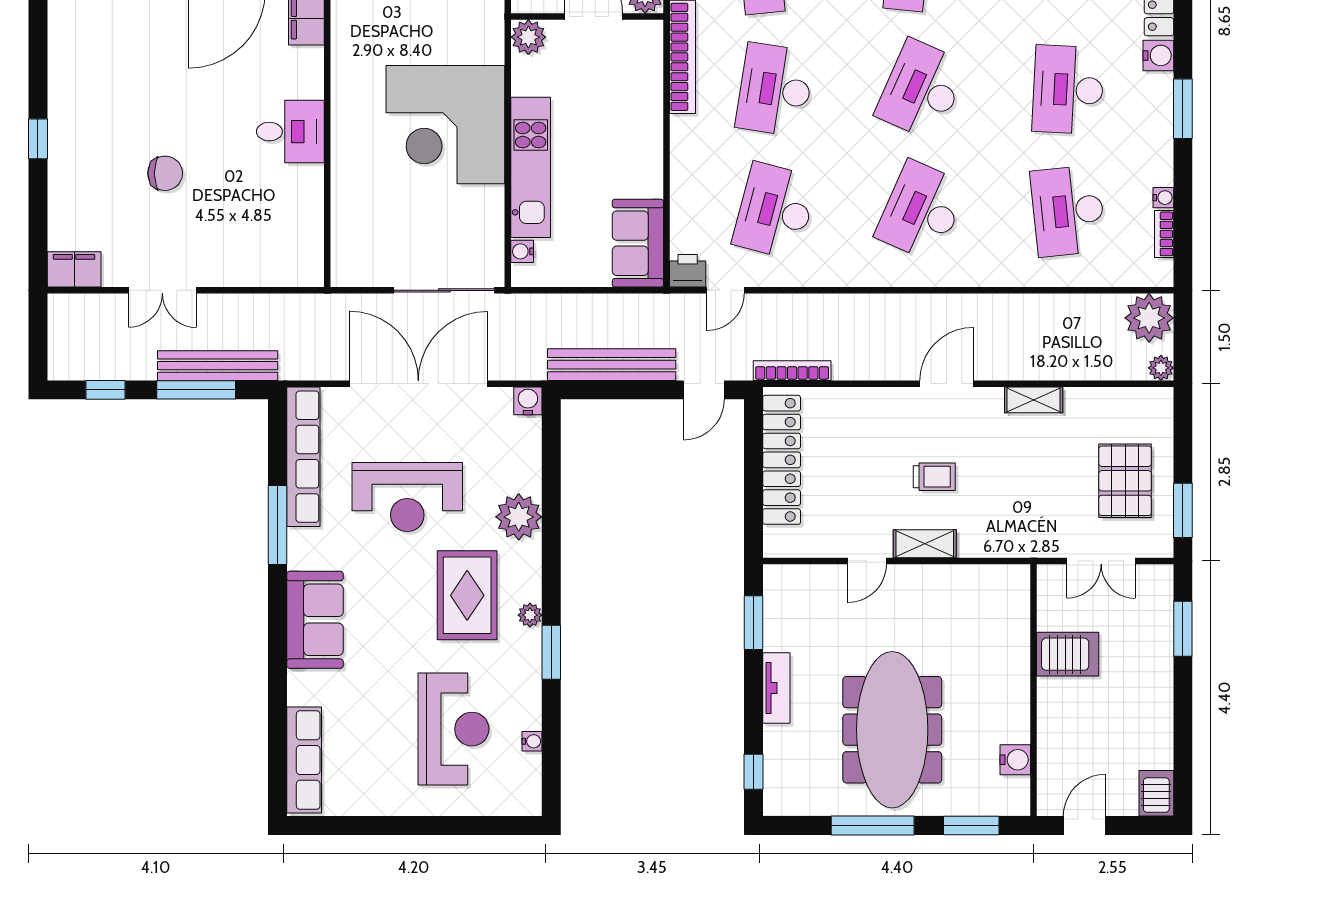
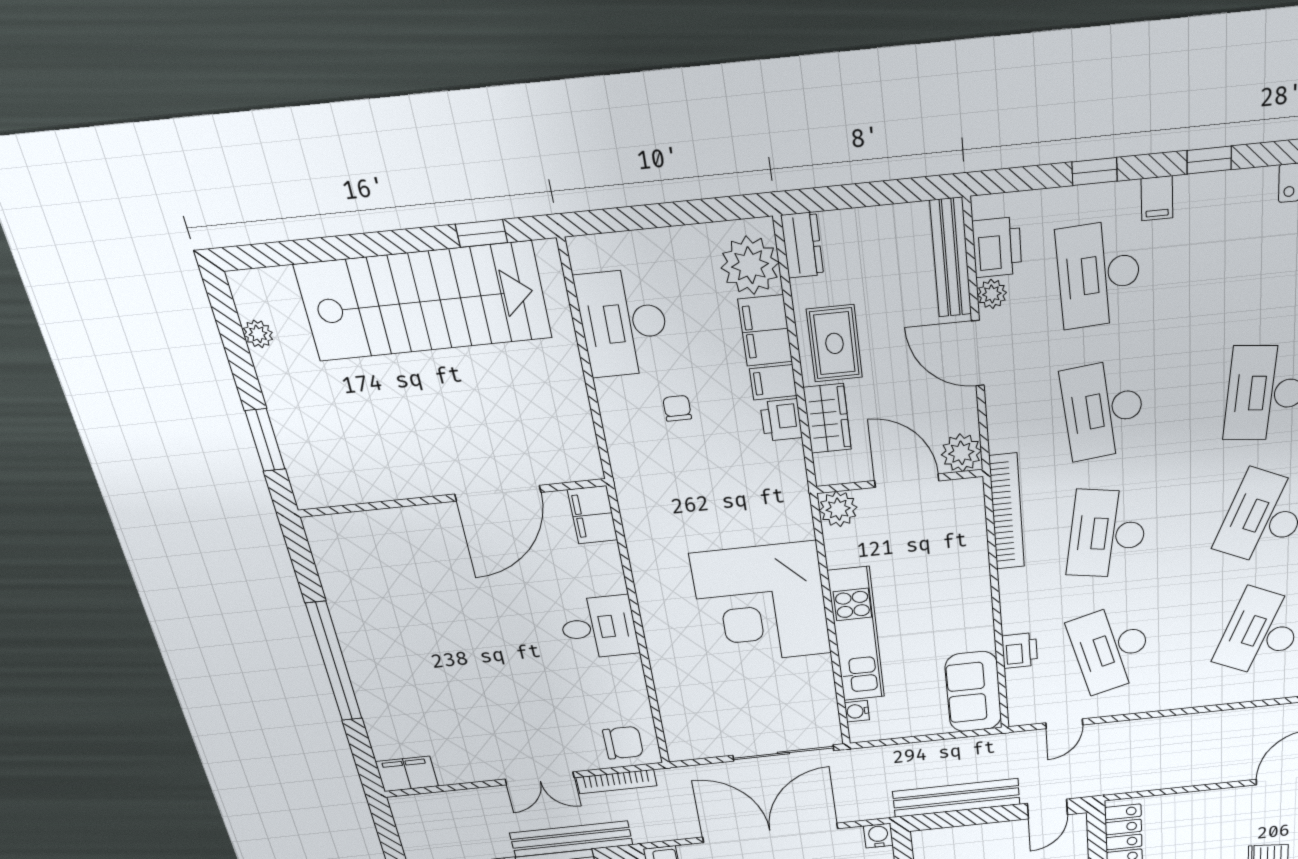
window: (38, 139) -> (334, 662), width x3.17
chair: (165, 173) -> (623, 743), moved
desk: (775, 211) -> (1111, 649), turned -30
printer: (688, 271) -> (1020, 651), moved, turned 90
double door: (162, 290) -> (540, 778), moved
bookcase: (792, 371) -> (616, 782), moved, turned 180

